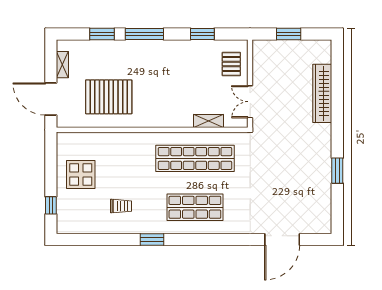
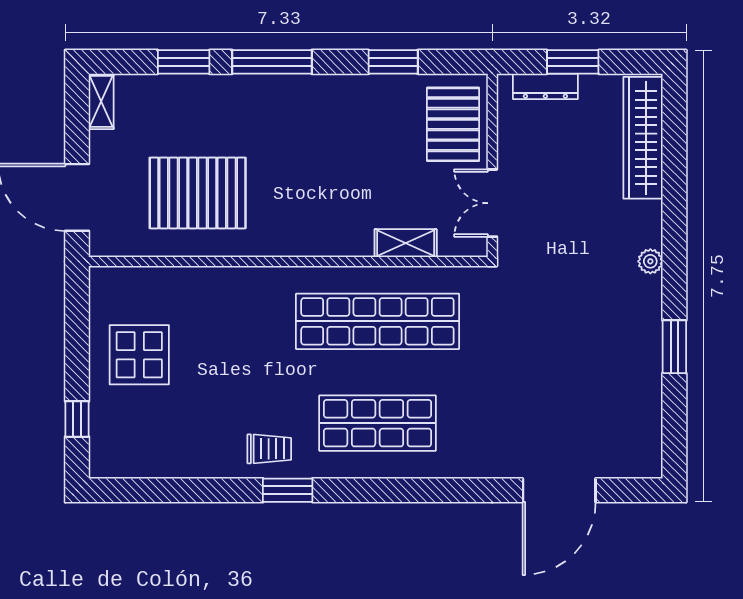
dresser: (275, 46) -> (545, 86), added
pallet: (231, 64) -> (453, 124), width x1.50, depth x1.42
shelving: (62, 65) -> (101, 101), moved
wardrobe: (322, 93) -> (643, 138), moved
plant: (326, 130) -> (650, 261), added
trolley: (121, 206) -> (269, 449), moved

